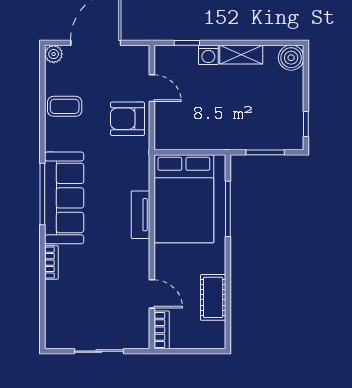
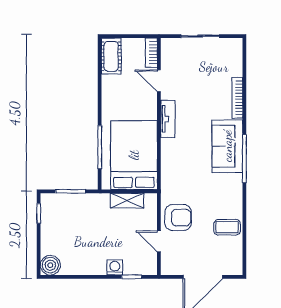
plant: (54, 54) -> (236, 268), removed
shelving: (241, 55) -> (127, 201), moved
sofa: (64, 198) -> (227, 146), width x0.73
tv unit: (140, 215) -> (168, 119), moved
bookcase: (51, 263) -> (237, 98), width x1.56
cot: (213, 297) -> (111, 56), moved

